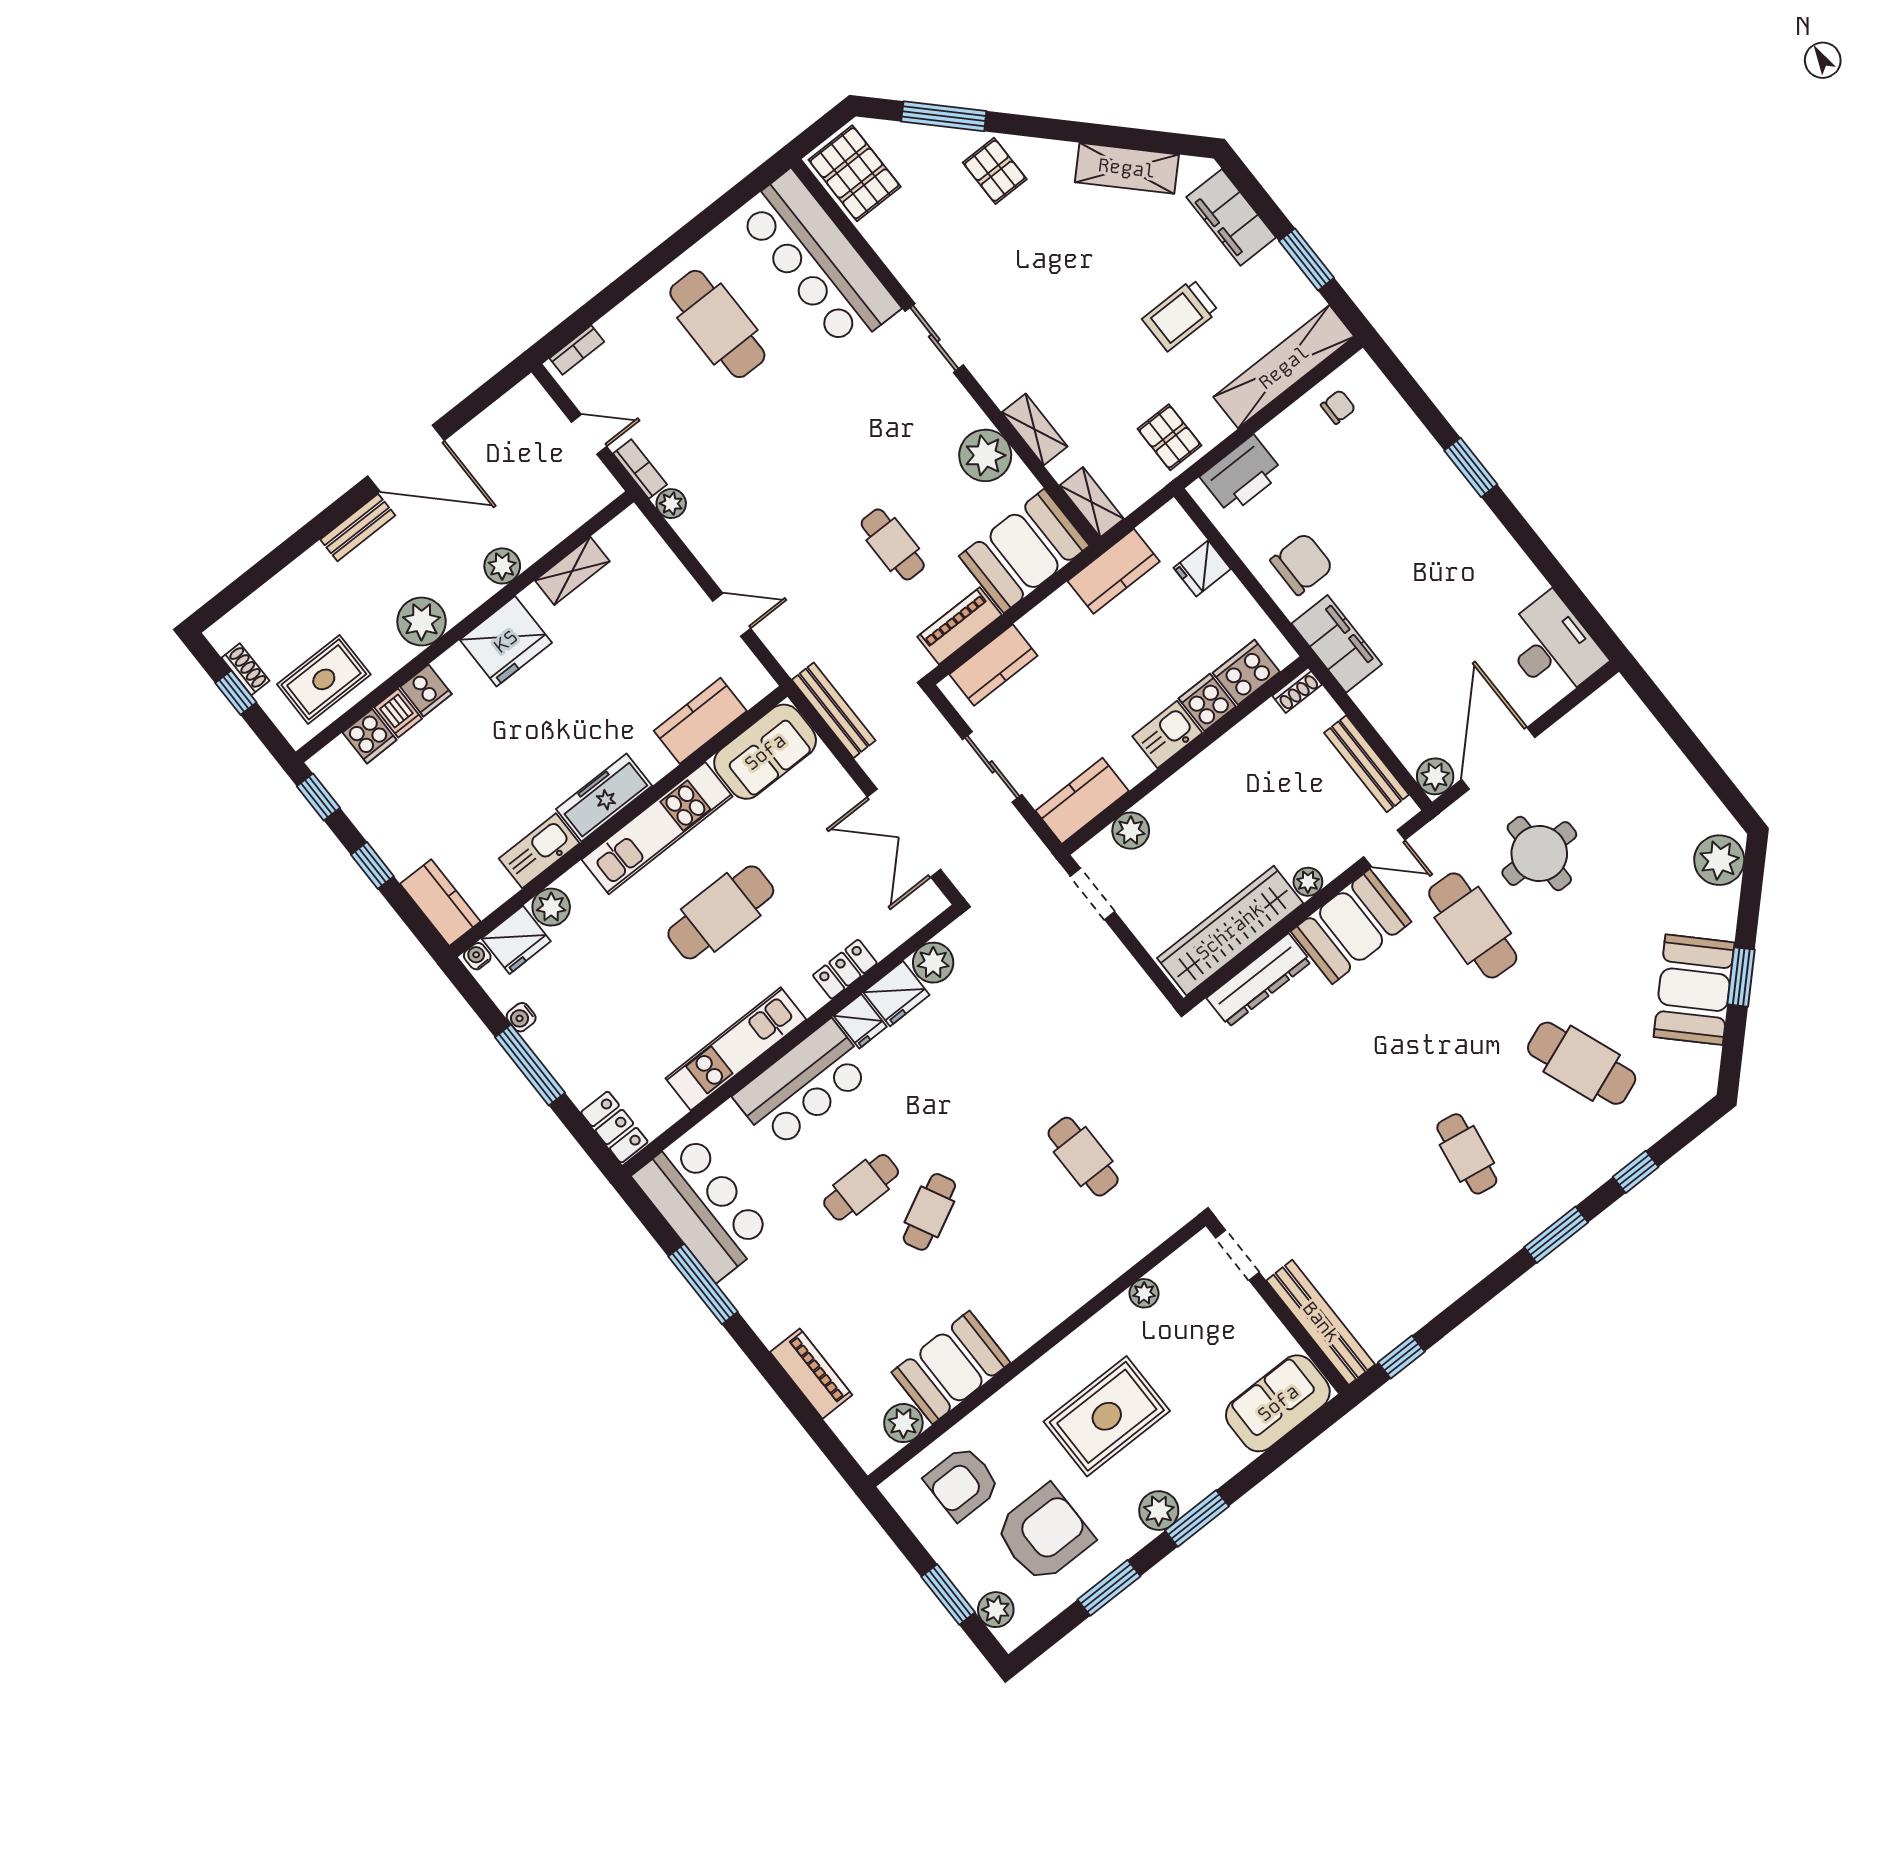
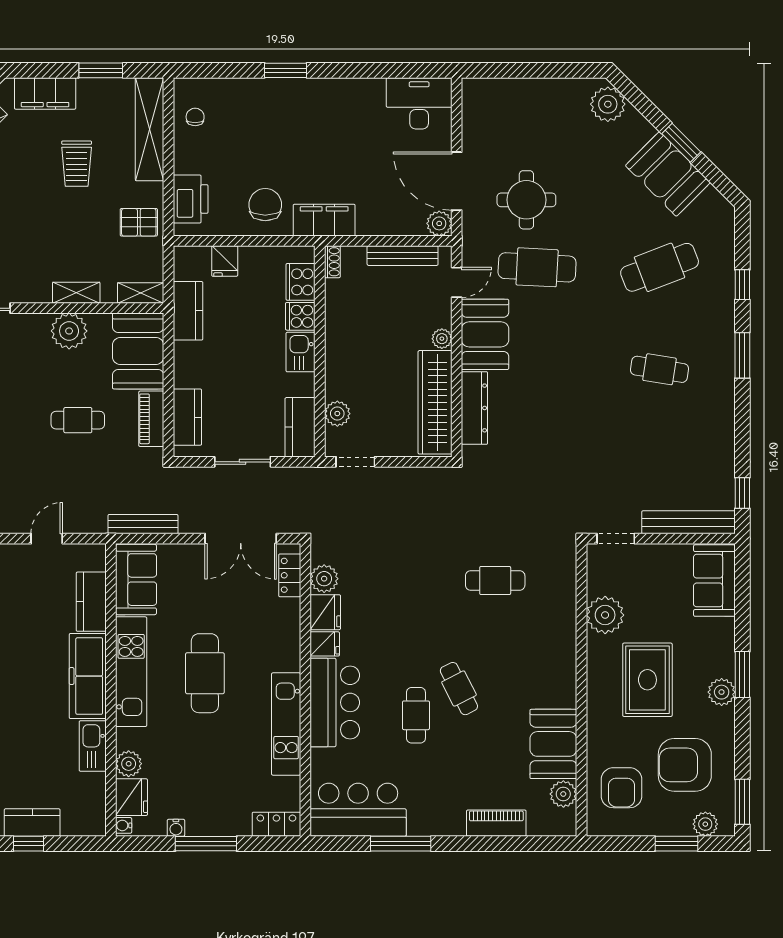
freezer: (604, 797) -> (88, 676), width x1.36, depth x1.26
kitchen counter: (440, 903) -> (32, 823), moved
locker: (845, 969) -> (290, 575), moved
plant: (1144, 1293) -> (605, 615), width x1.88, depth x1.88
armchair: (1044, 1534) -> (685, 765), turned -90
window: (1109, 1588) -> (742, 802), moved

